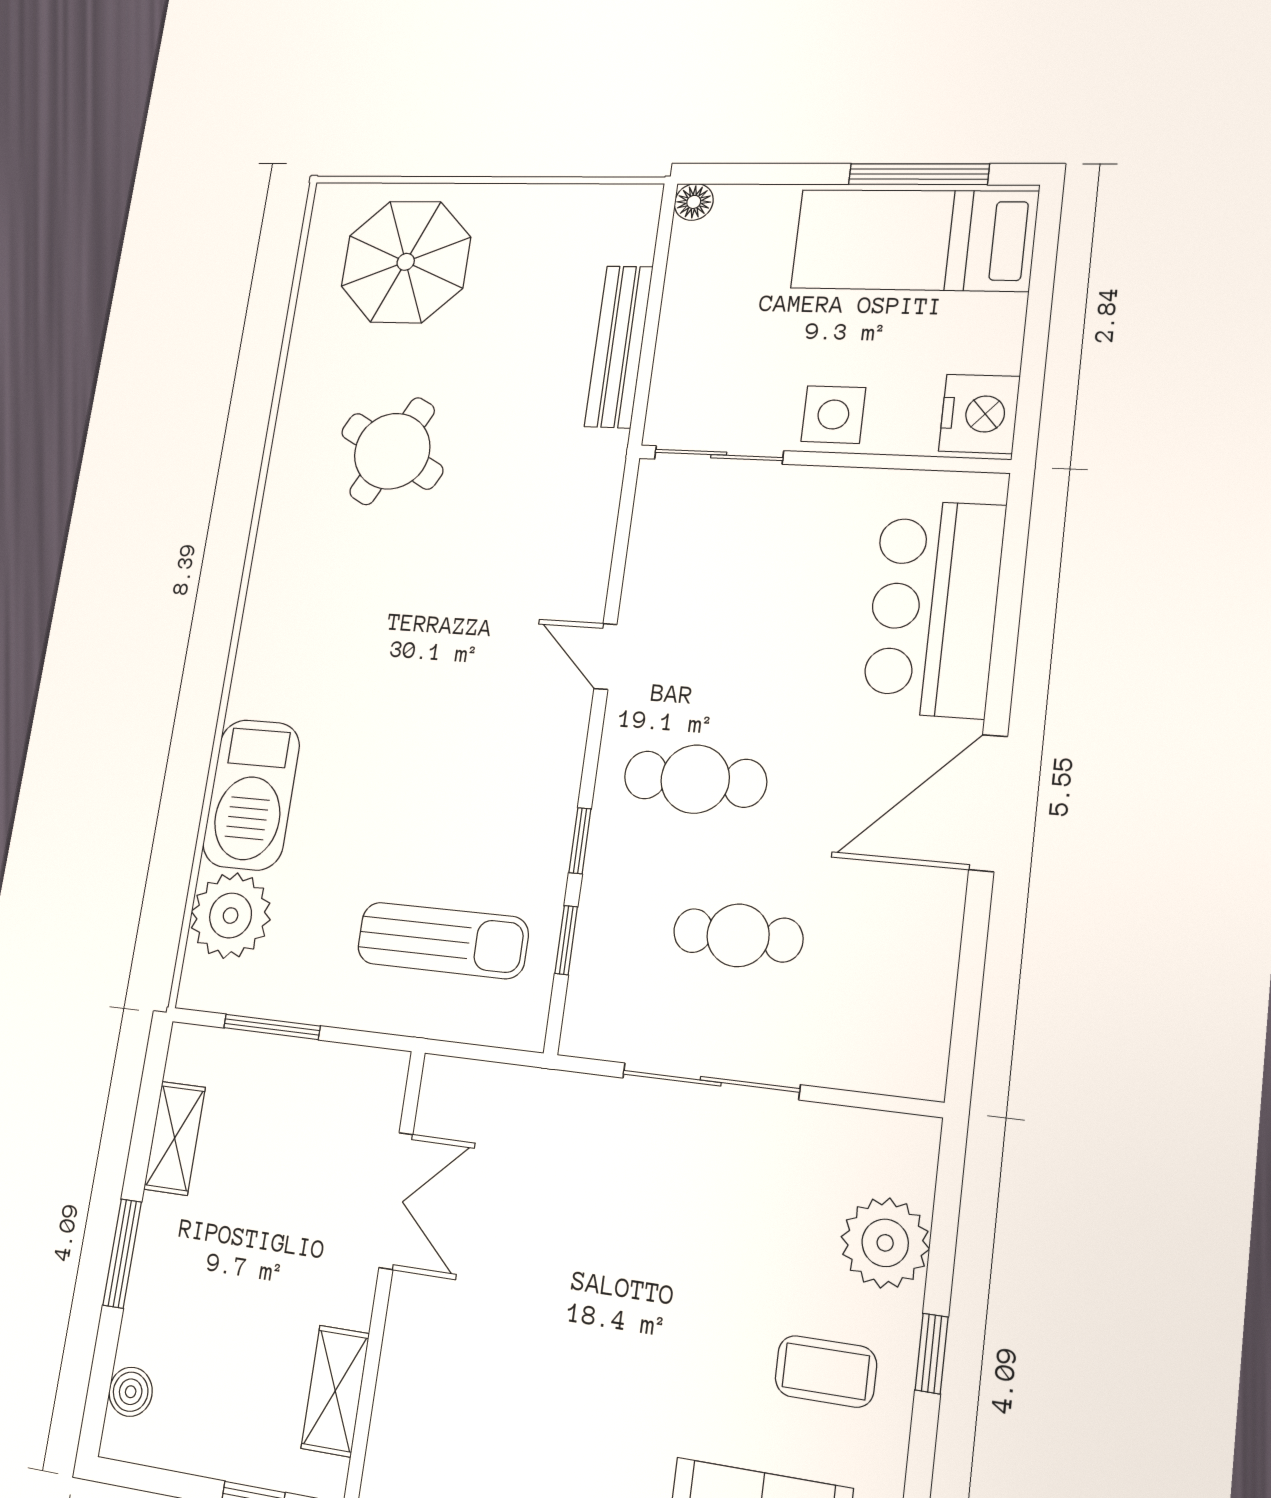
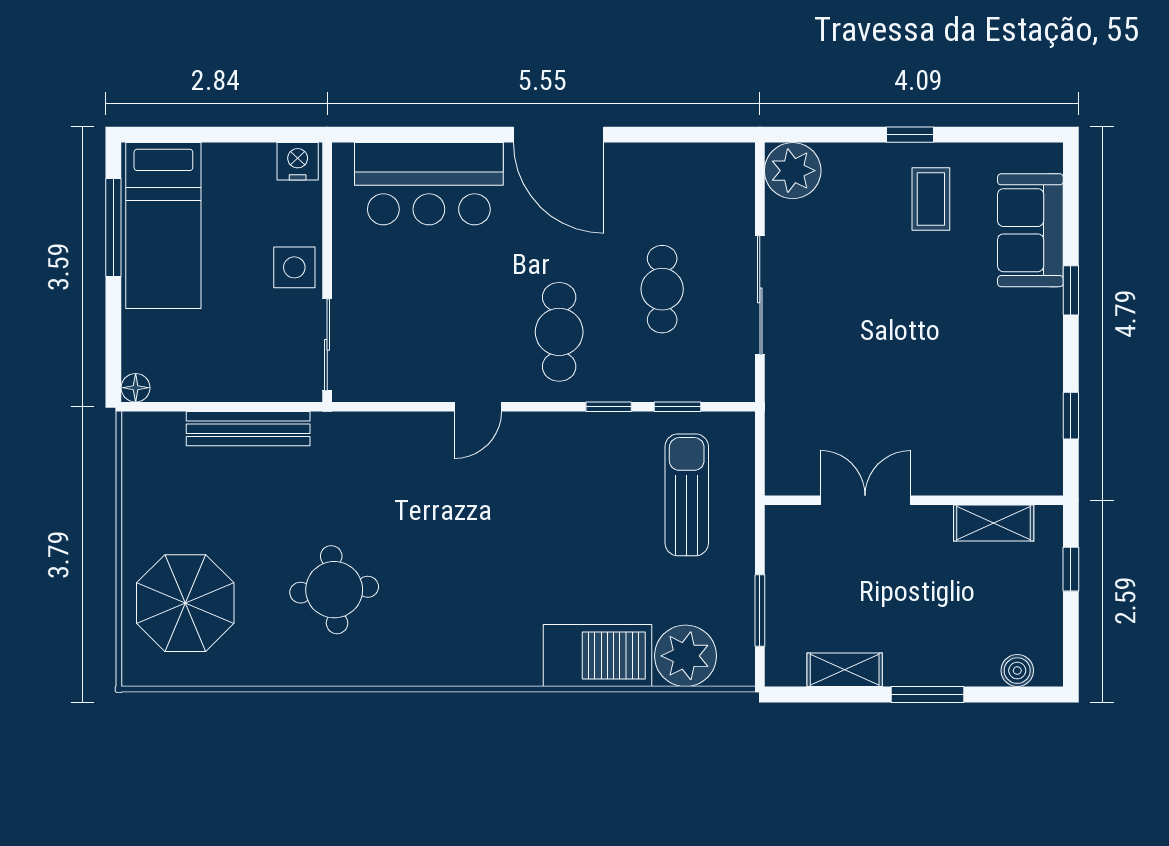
nightstand: (979, 414) -> (298, 161), width x0.74, depth x0.75
round table: (392, 451) -> (334, 590), turned -33
plant: (885, 1243) -> (793, 171), moved

